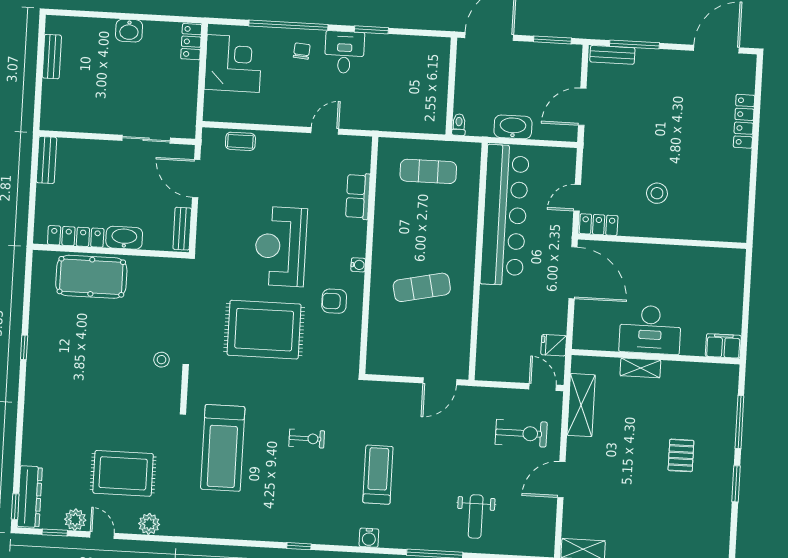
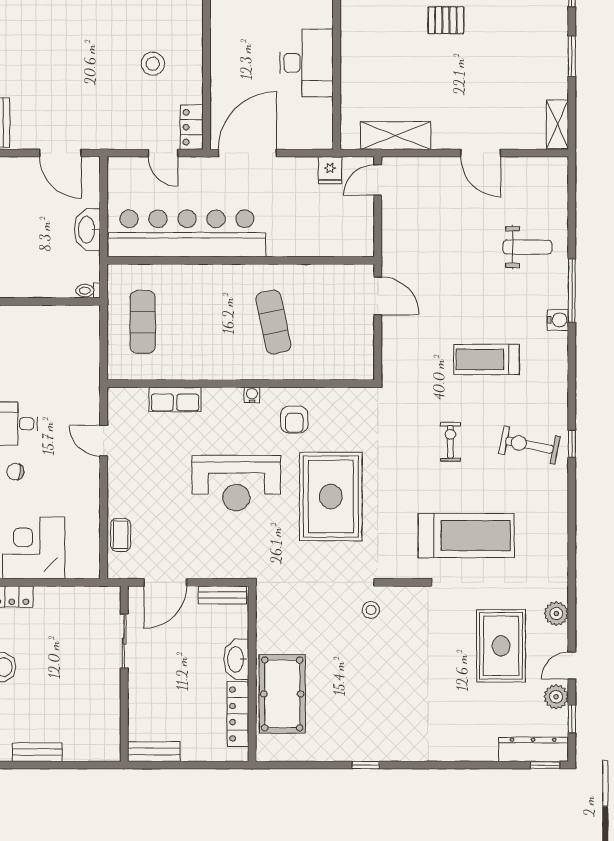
shelving: (640, 368) -> (350, 71), removed
exercise bike: (521, 433) -> (529, 445), moved, turned -79
water cooler: (369, 538) -> (558, 320), moved

